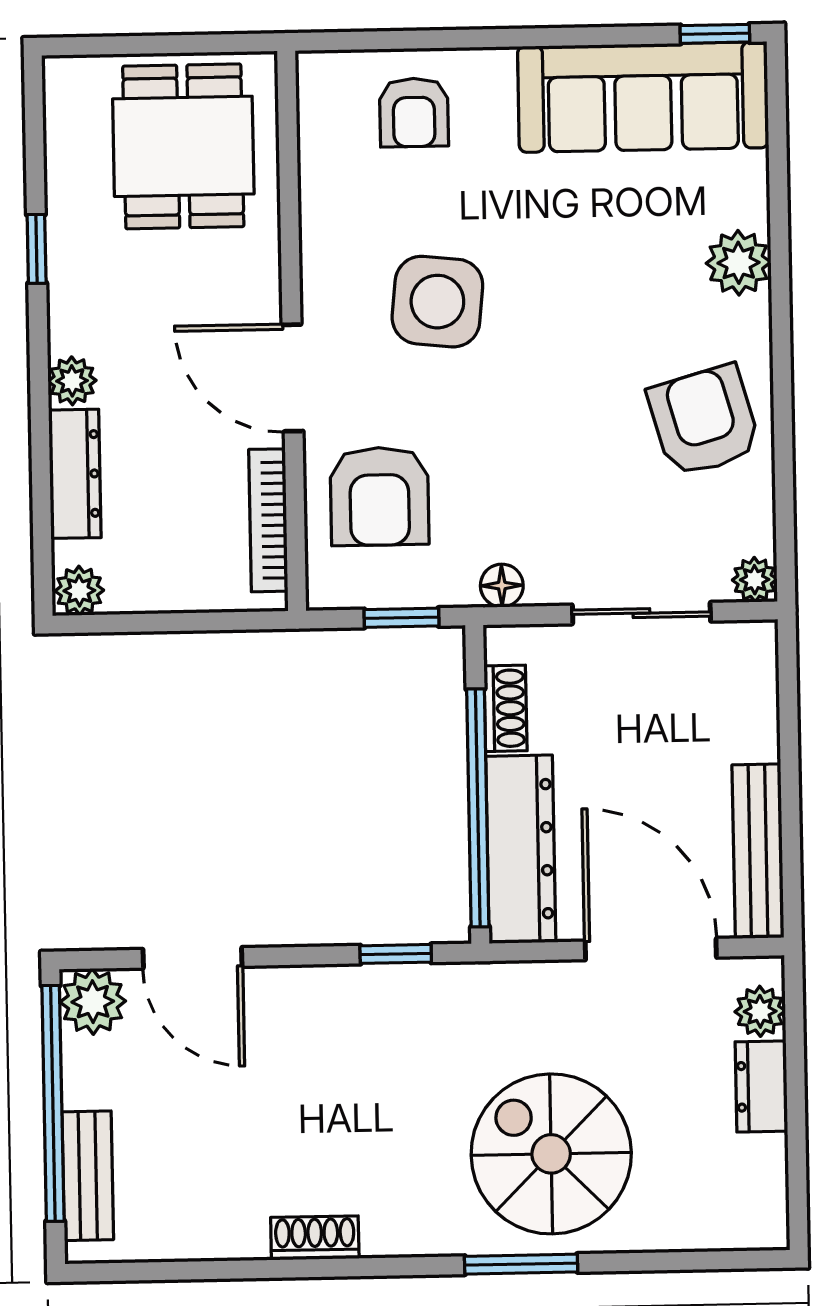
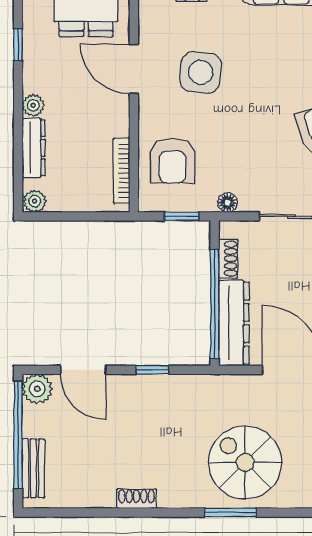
door: (293, 378) -> (134, 69), moved
window: (396, 954) -> (152, 370), moved

